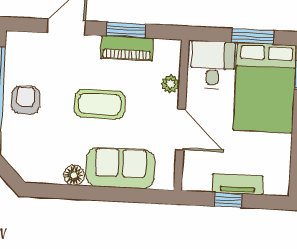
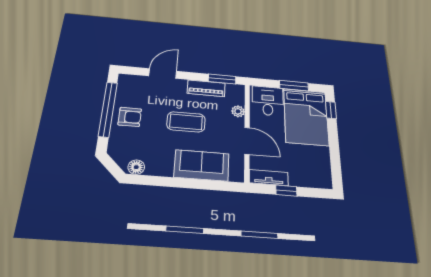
window: (126, 30) -> (222, 79), moved
armchair: (26, 100) -> (130, 117), turned 90
floor lamp: (74, 175) -> (136, 167), moved
tv unit: (238, 184) -> (269, 178), moved

